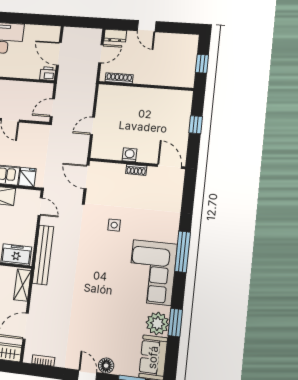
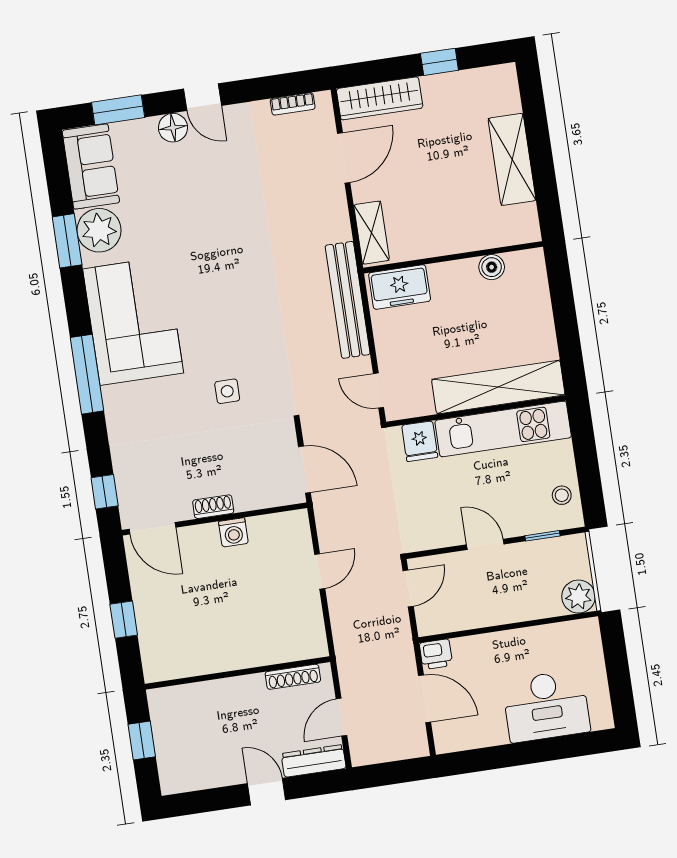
dresser: (115, 36) -> (314, 761), width x1.44
window: (189, 190) -> (105, 492), added

